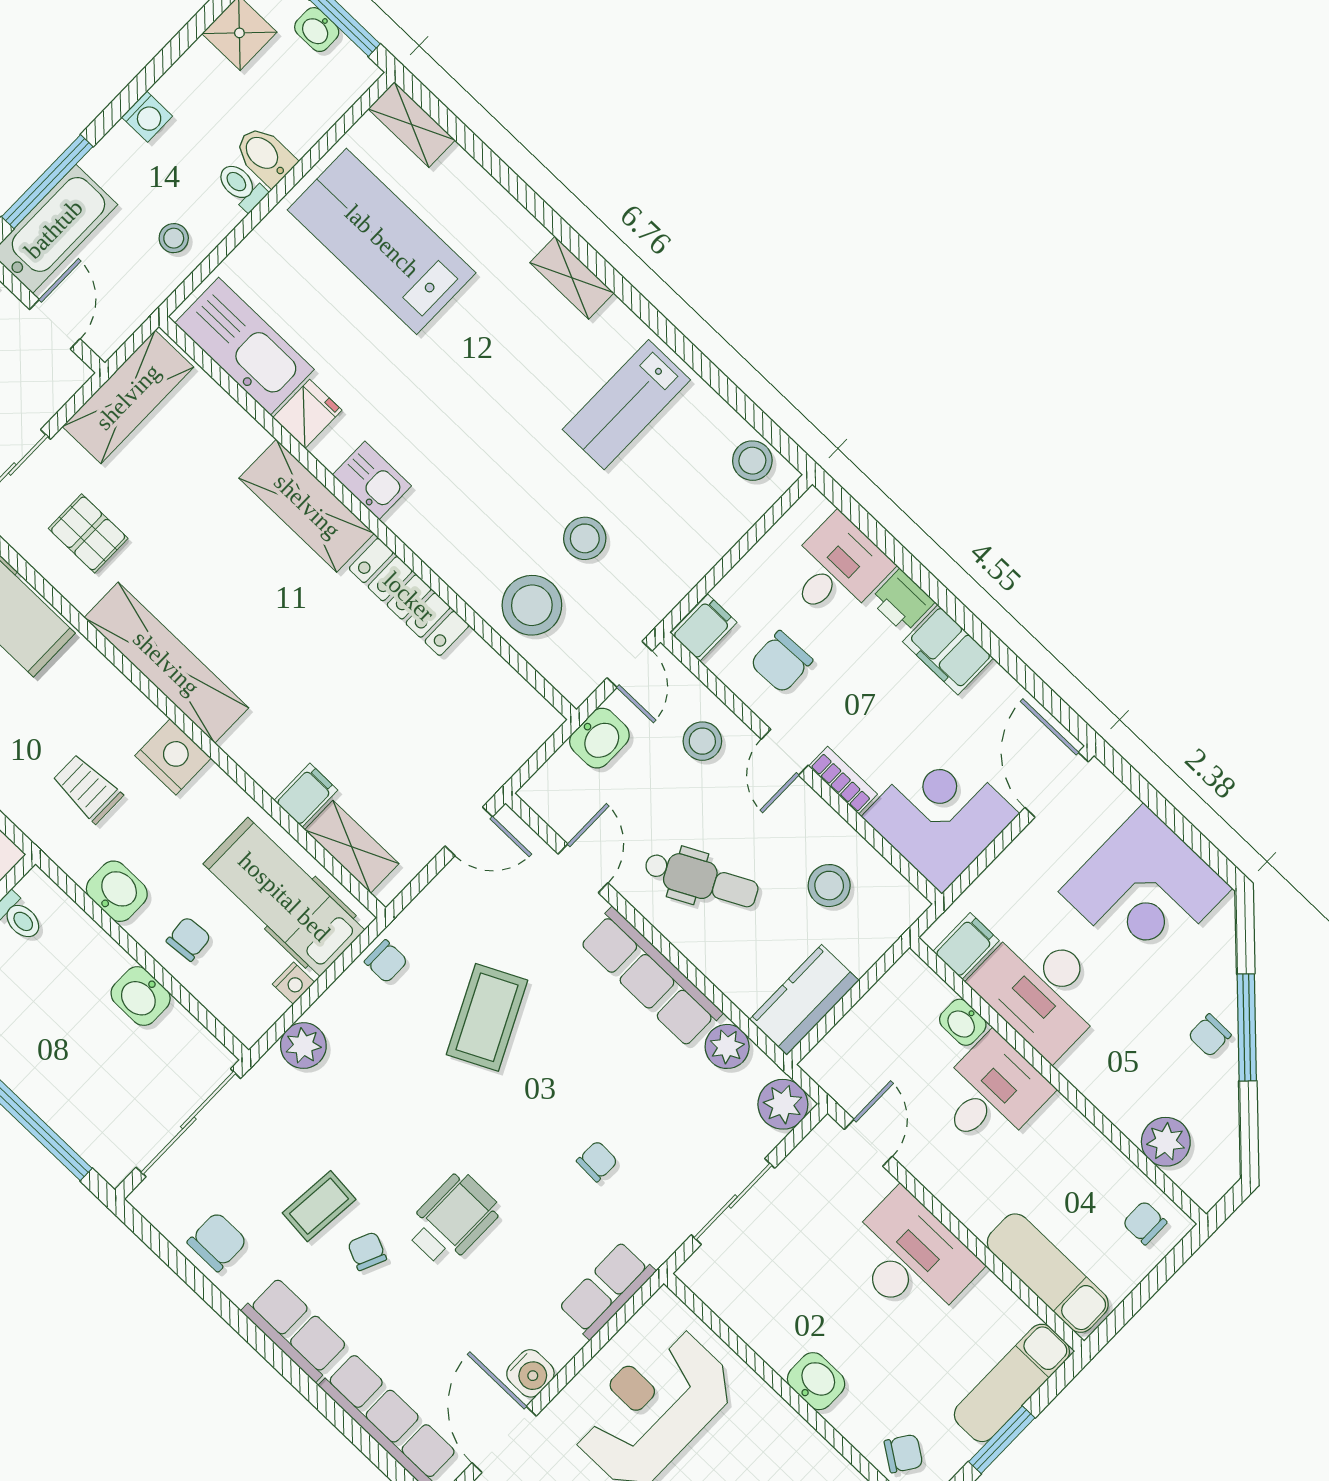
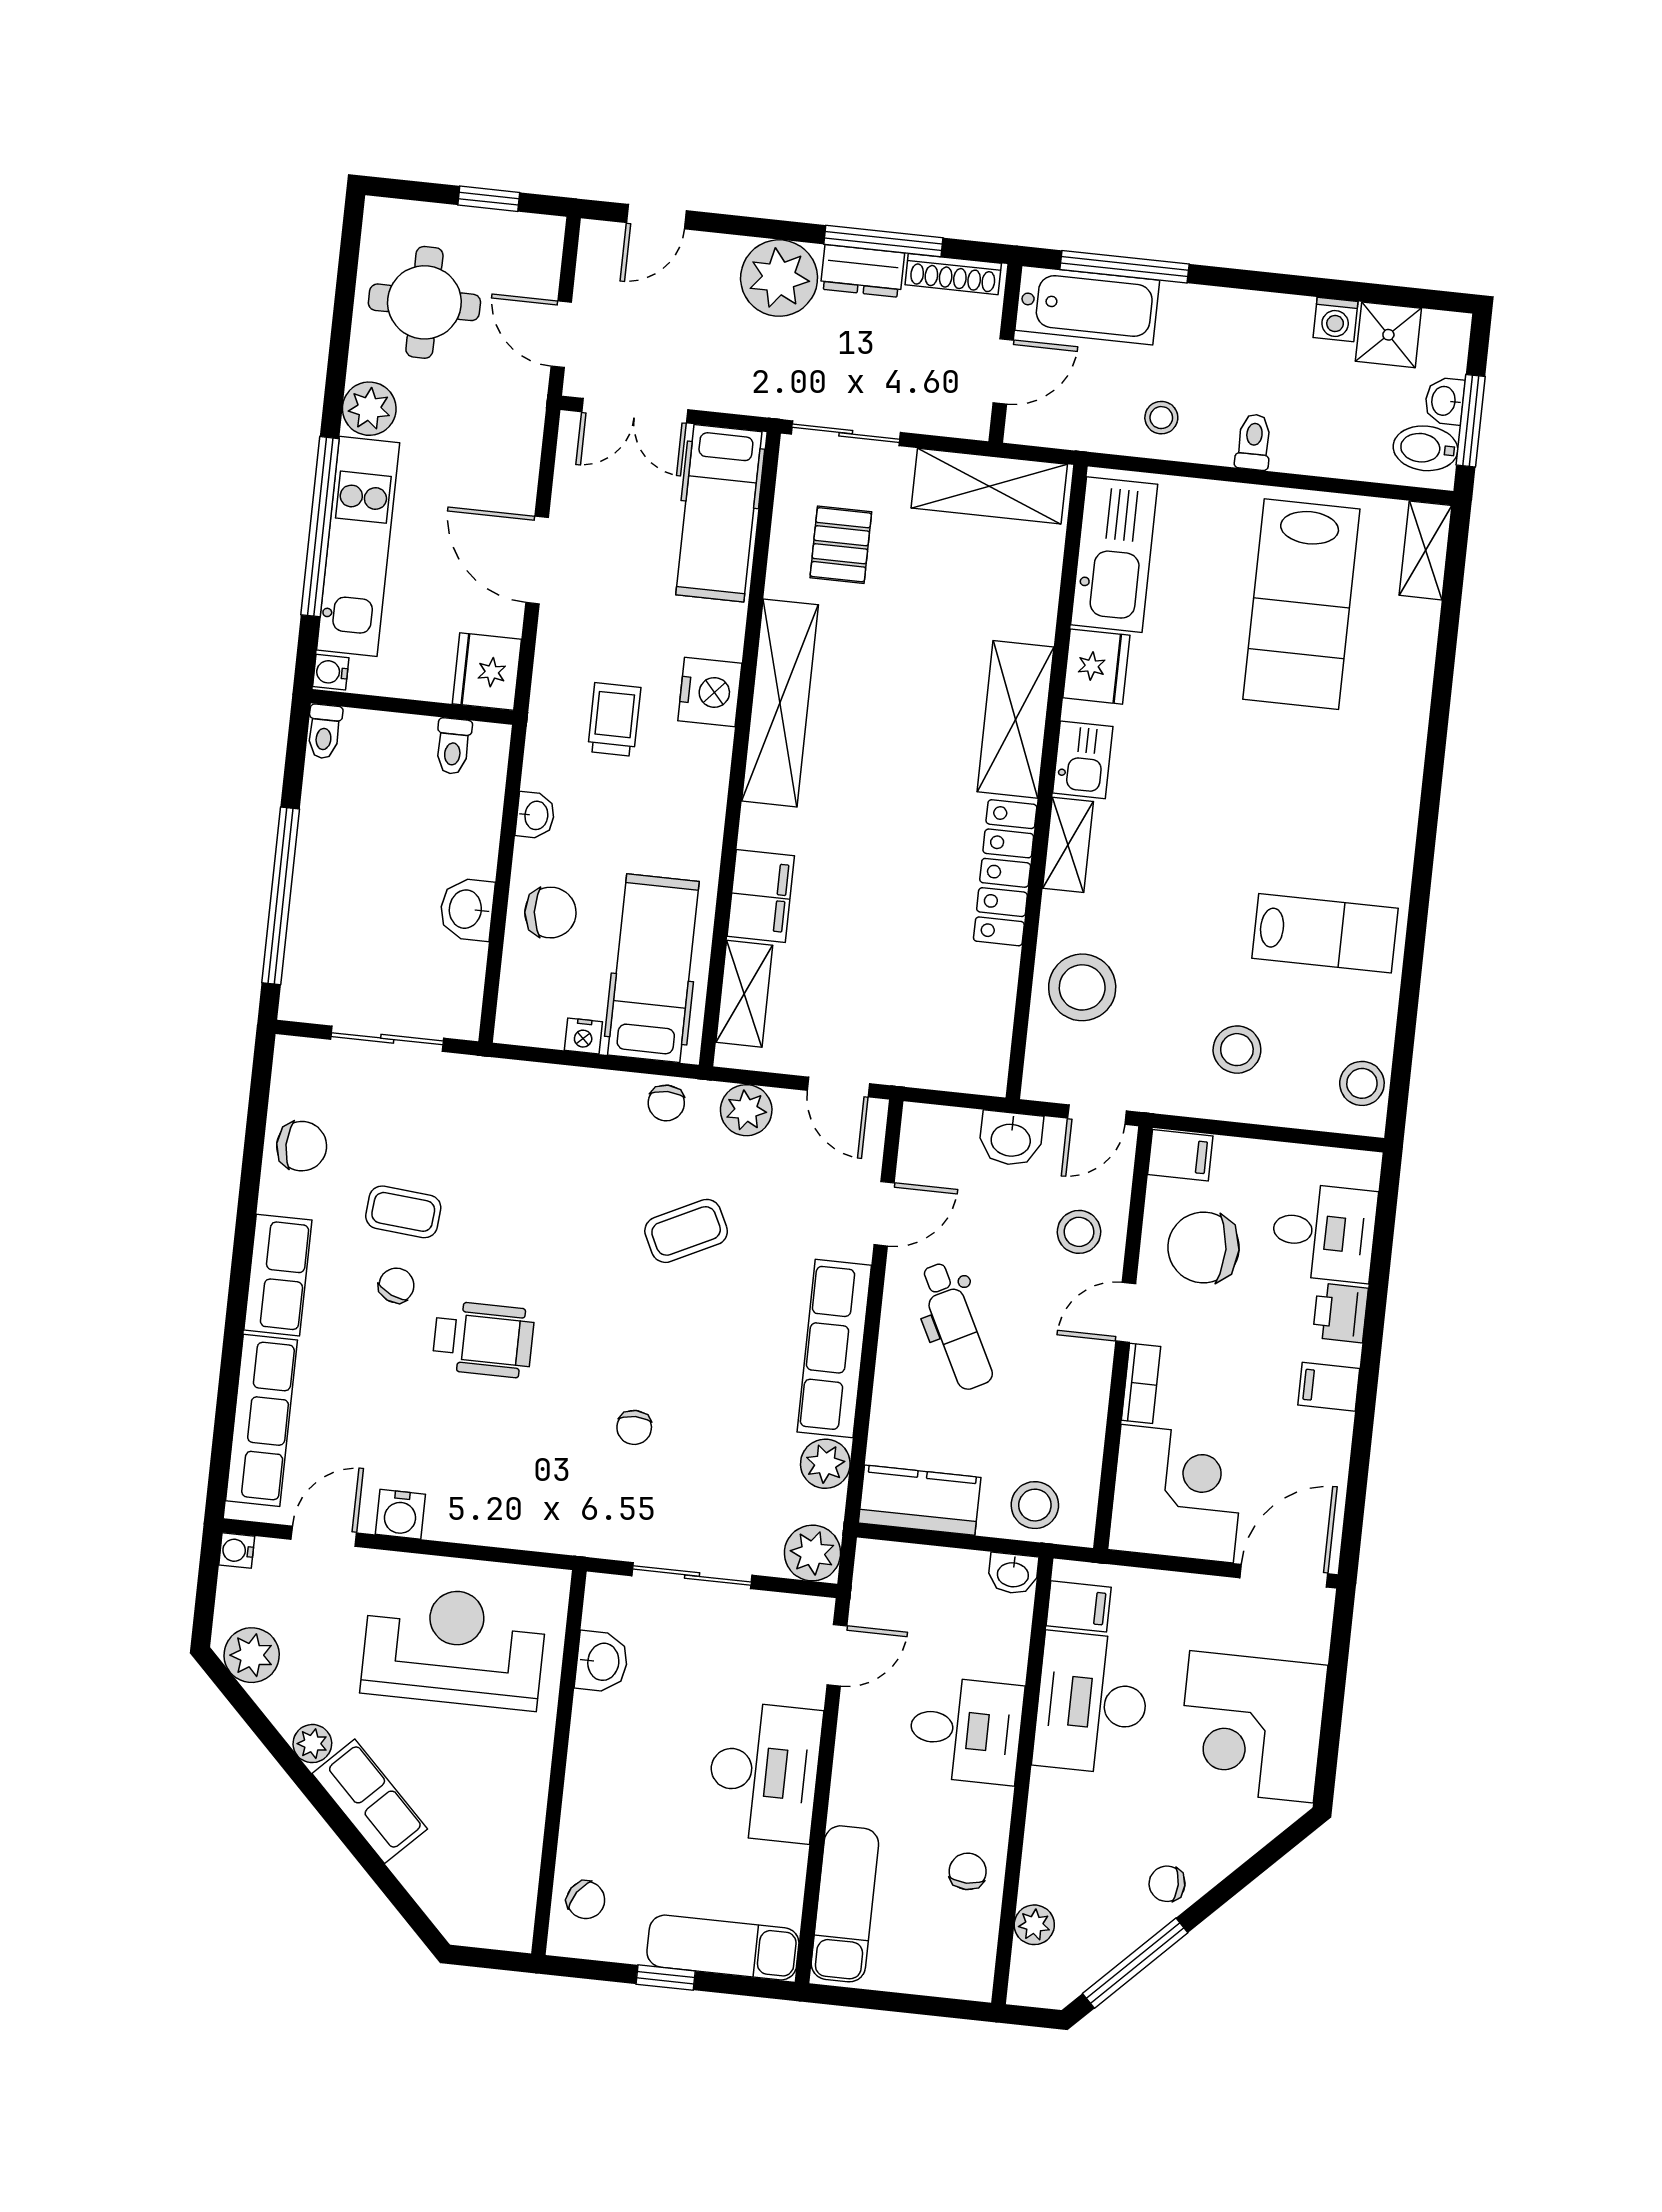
washing machine: (147, 117) -> (1336, 319), moved
bidet: (265, 156) -> (1425, 448), moved, turned -90
lab bench: (382, 241) -> (1301, 604), turned 180
shelving: (572, 278) -> (1068, 845), moved
lab bench: (626, 405) -> (1325, 933), turned 180
fridge: (307, 414) -> (1096, 667), width x1.38
stool: (585, 538) -> (1237, 1050), moved
filing cabinet: (948, 650) -> (1329, 1387), width x0.50
chair: (781, 662) -> (1204, 1247), width x1.37, depth x1.37
nightstand: (173, 757) -> (710, 692), moved
filing cabinet: (306, 795) -> (761, 896), width x2.00
stool: (829, 886) -> (1035, 1505), moved
washbasin: (117, 891) -> (535, 815), width x0.72, depth x0.69
chair: (189, 939) -> (550, 913), width x1.37, depth x1.37
coffee table: (487, 1017) -> (686, 1231), width x0.73, depth x0.77
washbasin: (963, 1022) -> (1013, 1574), moved, turned -90
window: (1247, 1027) -> (1135, 1963), moved
plant: (303, 1046) -> (746, 1110), moved
sliding door: (188, 1123) -> (387, 1039), width x0.73
plant: (1166, 1142) -> (1034, 1925), width x0.73, depth x0.73
chair: (597, 1161) -> (634, 1427), turned 88
chair: (1145, 1223) -> (968, 1871), moved
row of seats: (607, 1290) -> (527, 1525), removed
washbasin: (816, 1381) -> (602, 1662), moved
door: (504, 1439) -> (324, 1536), width x0.73
window: (1002, 1440) -> (666, 1978), width x0.67

